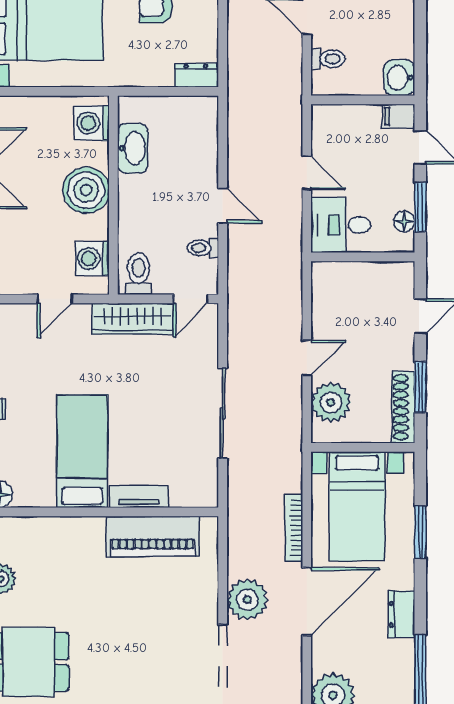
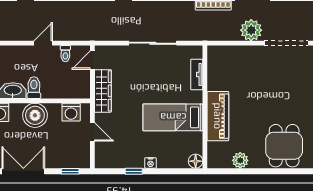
toilet: (139, 274) -> (34, 88), moved, turned 90
door: (191, 299) -> (92, 60), swing flipped
tv unit: (139, 497) -> (197, 74), moved
piano: (153, 536) -> (218, 116), moved

